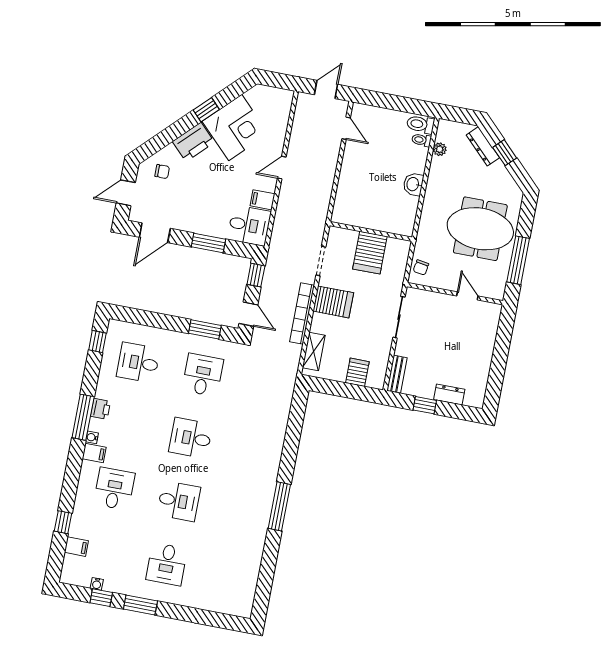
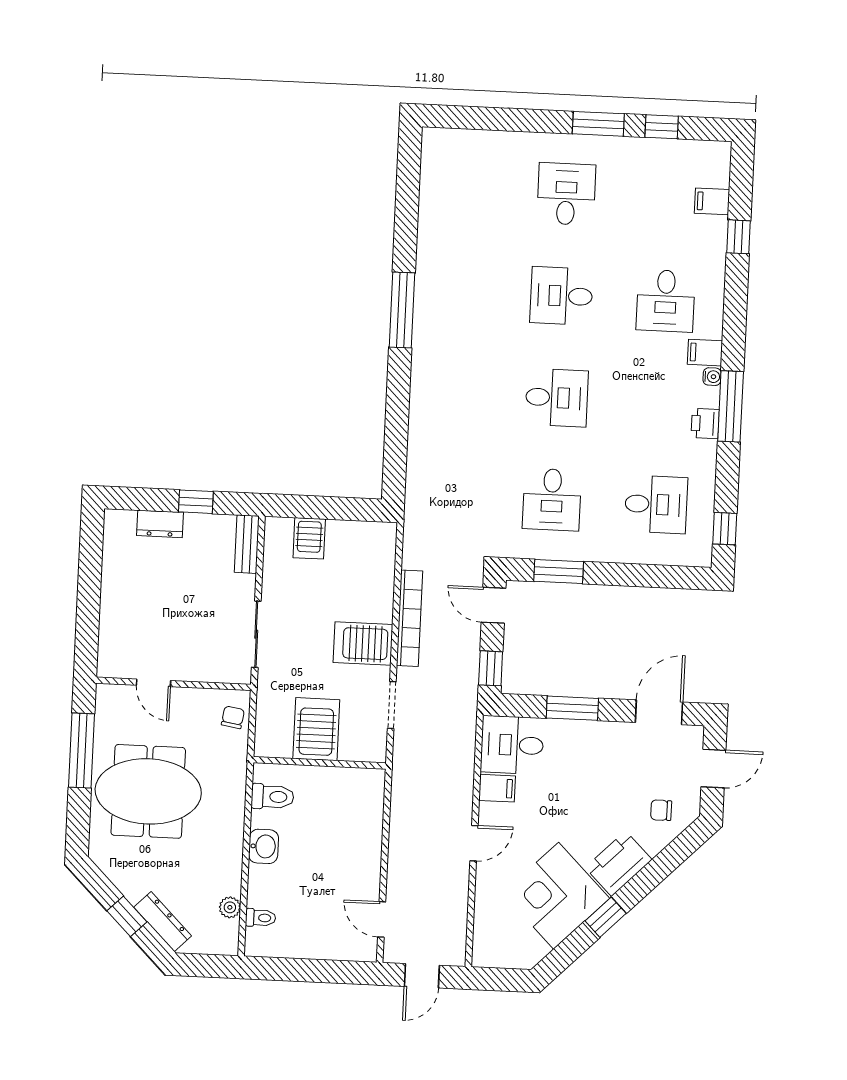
toilet: (420, 124) -> (272, 797), moved
shelving: (314, 352) -> (383, 561), removed
water cooler: (97, 584) -> (672, 147), removed

